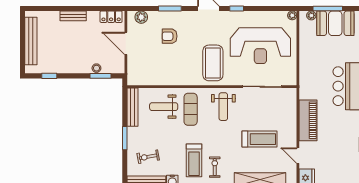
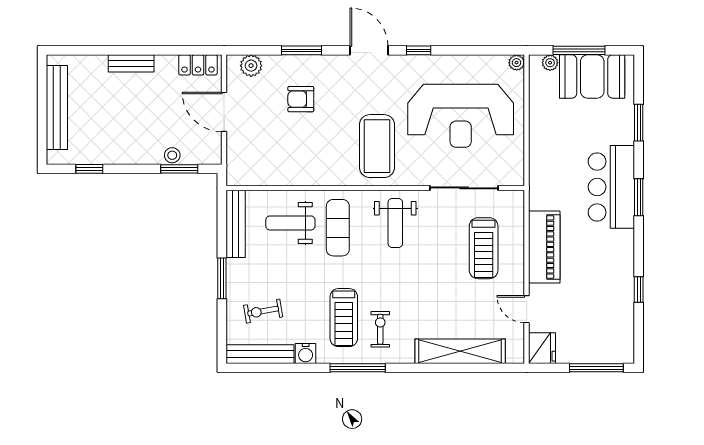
treadmill: (259, 139) -> (484, 248), moved, turned 90

